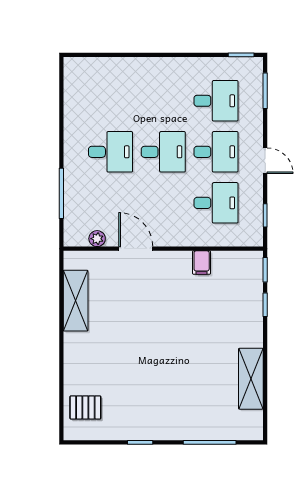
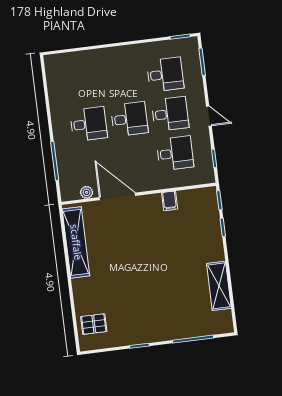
door: (136, 249) -> (117, 196), width x1.36
shelving: (76, 301) -> (76, 242), width x1.47

